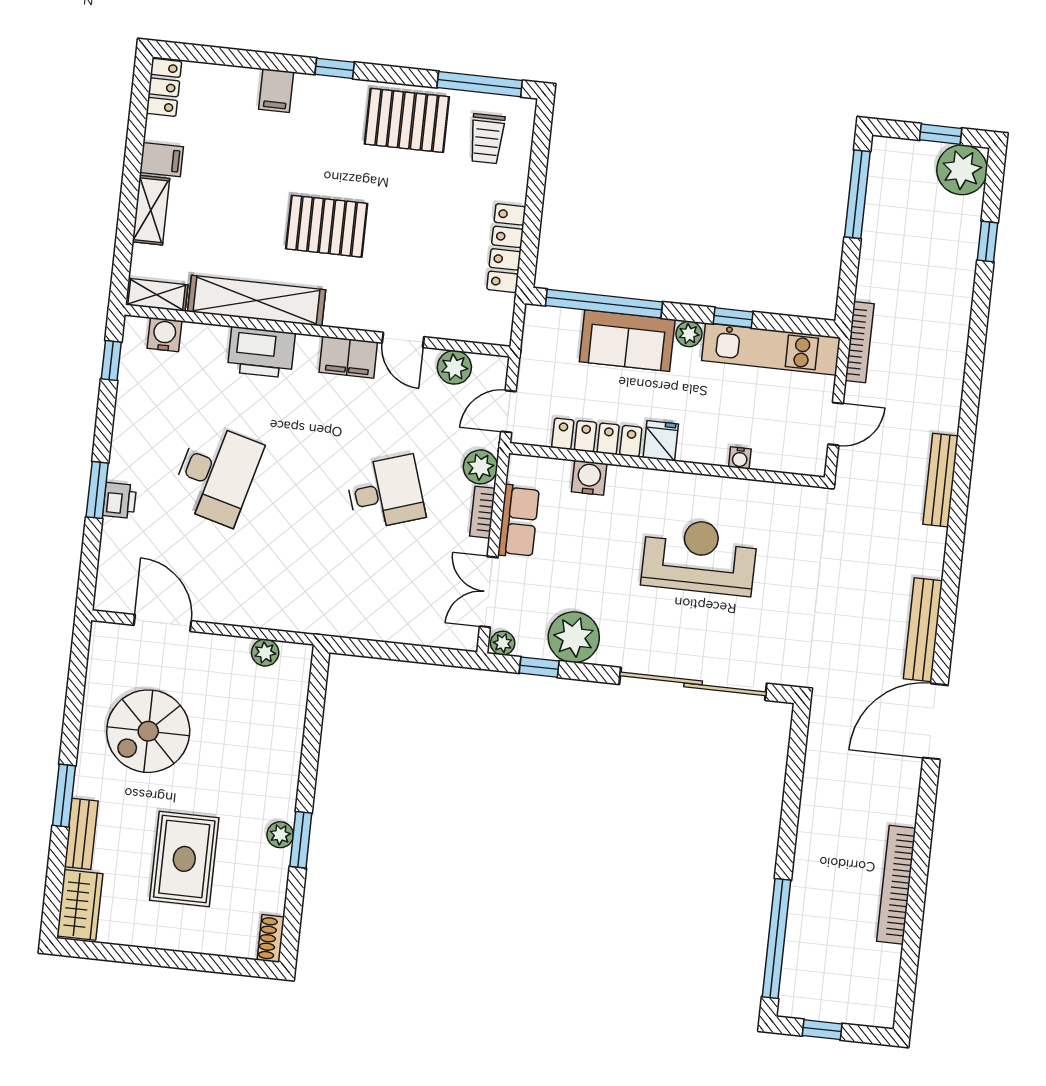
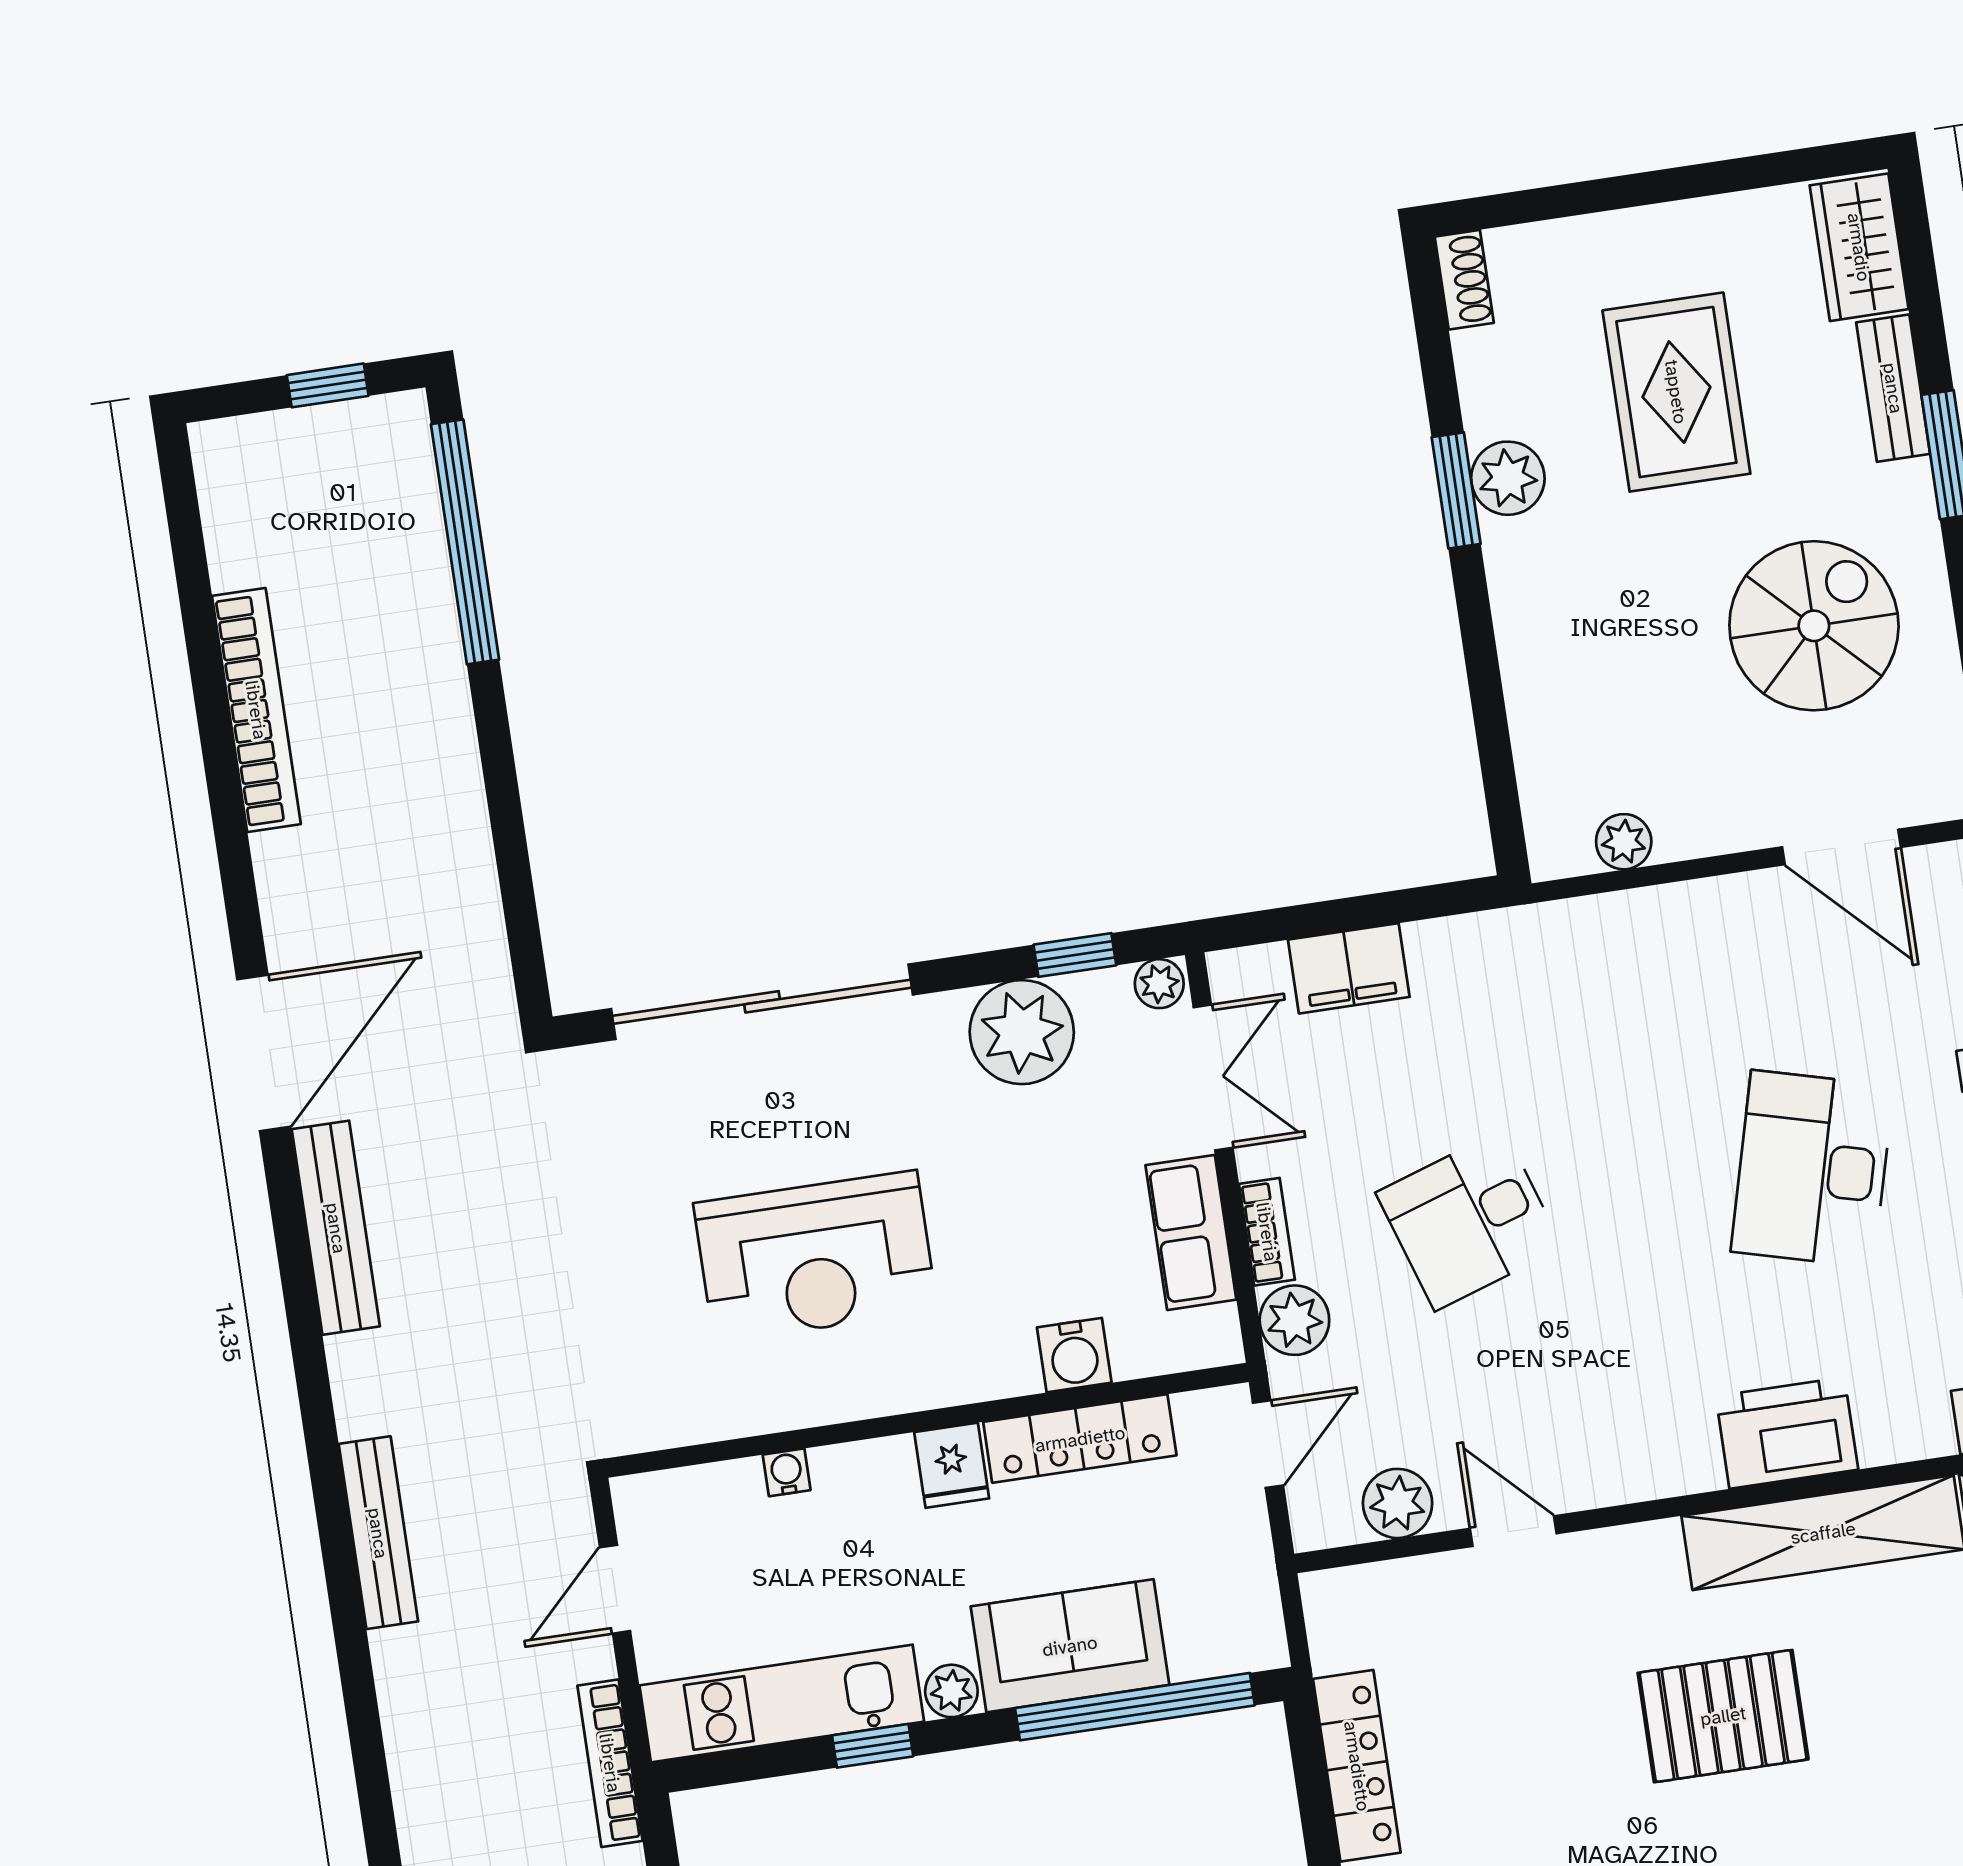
filing cabinet: (348, 357) -> (1349, 968), moved, turned 180
plant: (280, 835) -> (1508, 478), width x1.38, depth x1.38

